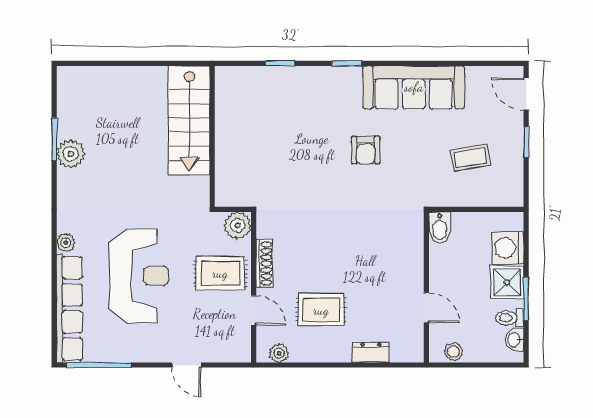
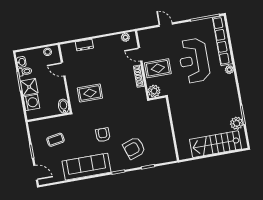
armchair: (303, 109) -> (134, 148), added
stairs: (189, 120) -> (215, 144), moved, turned -90
plant: (71, 154) -> (237, 123), moved
rug: (321, 310) -> (90, 93), moved

